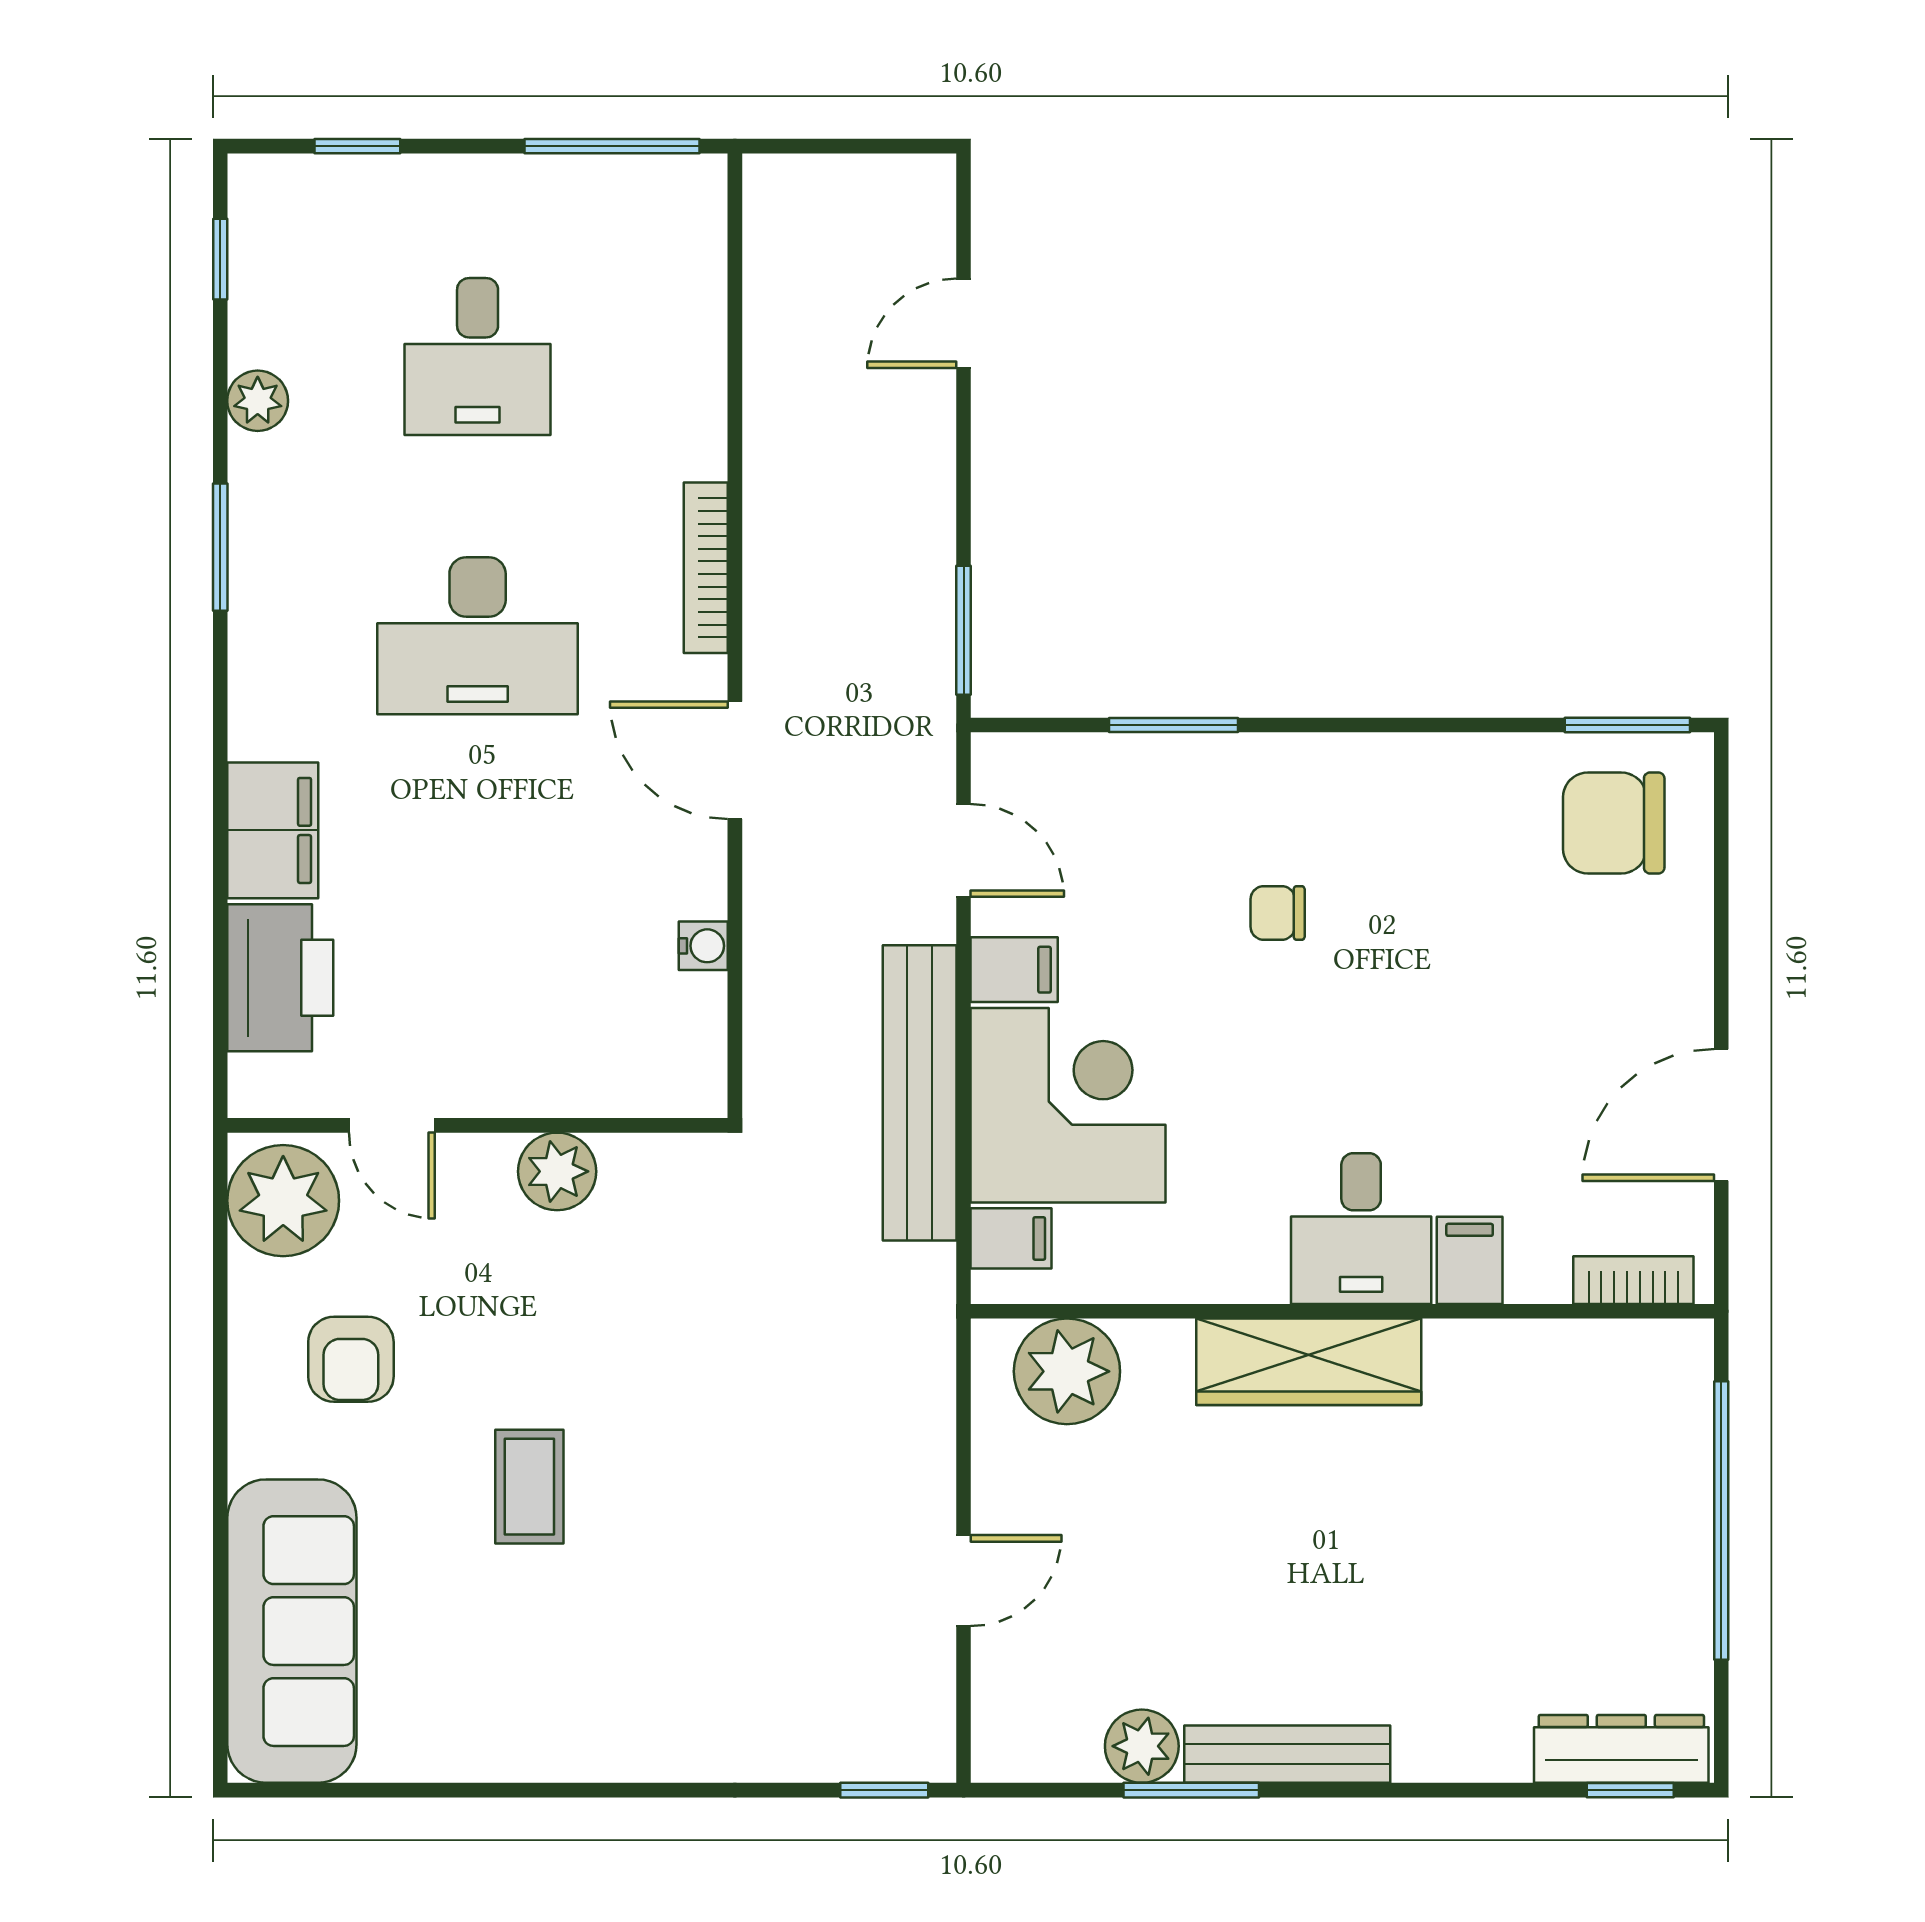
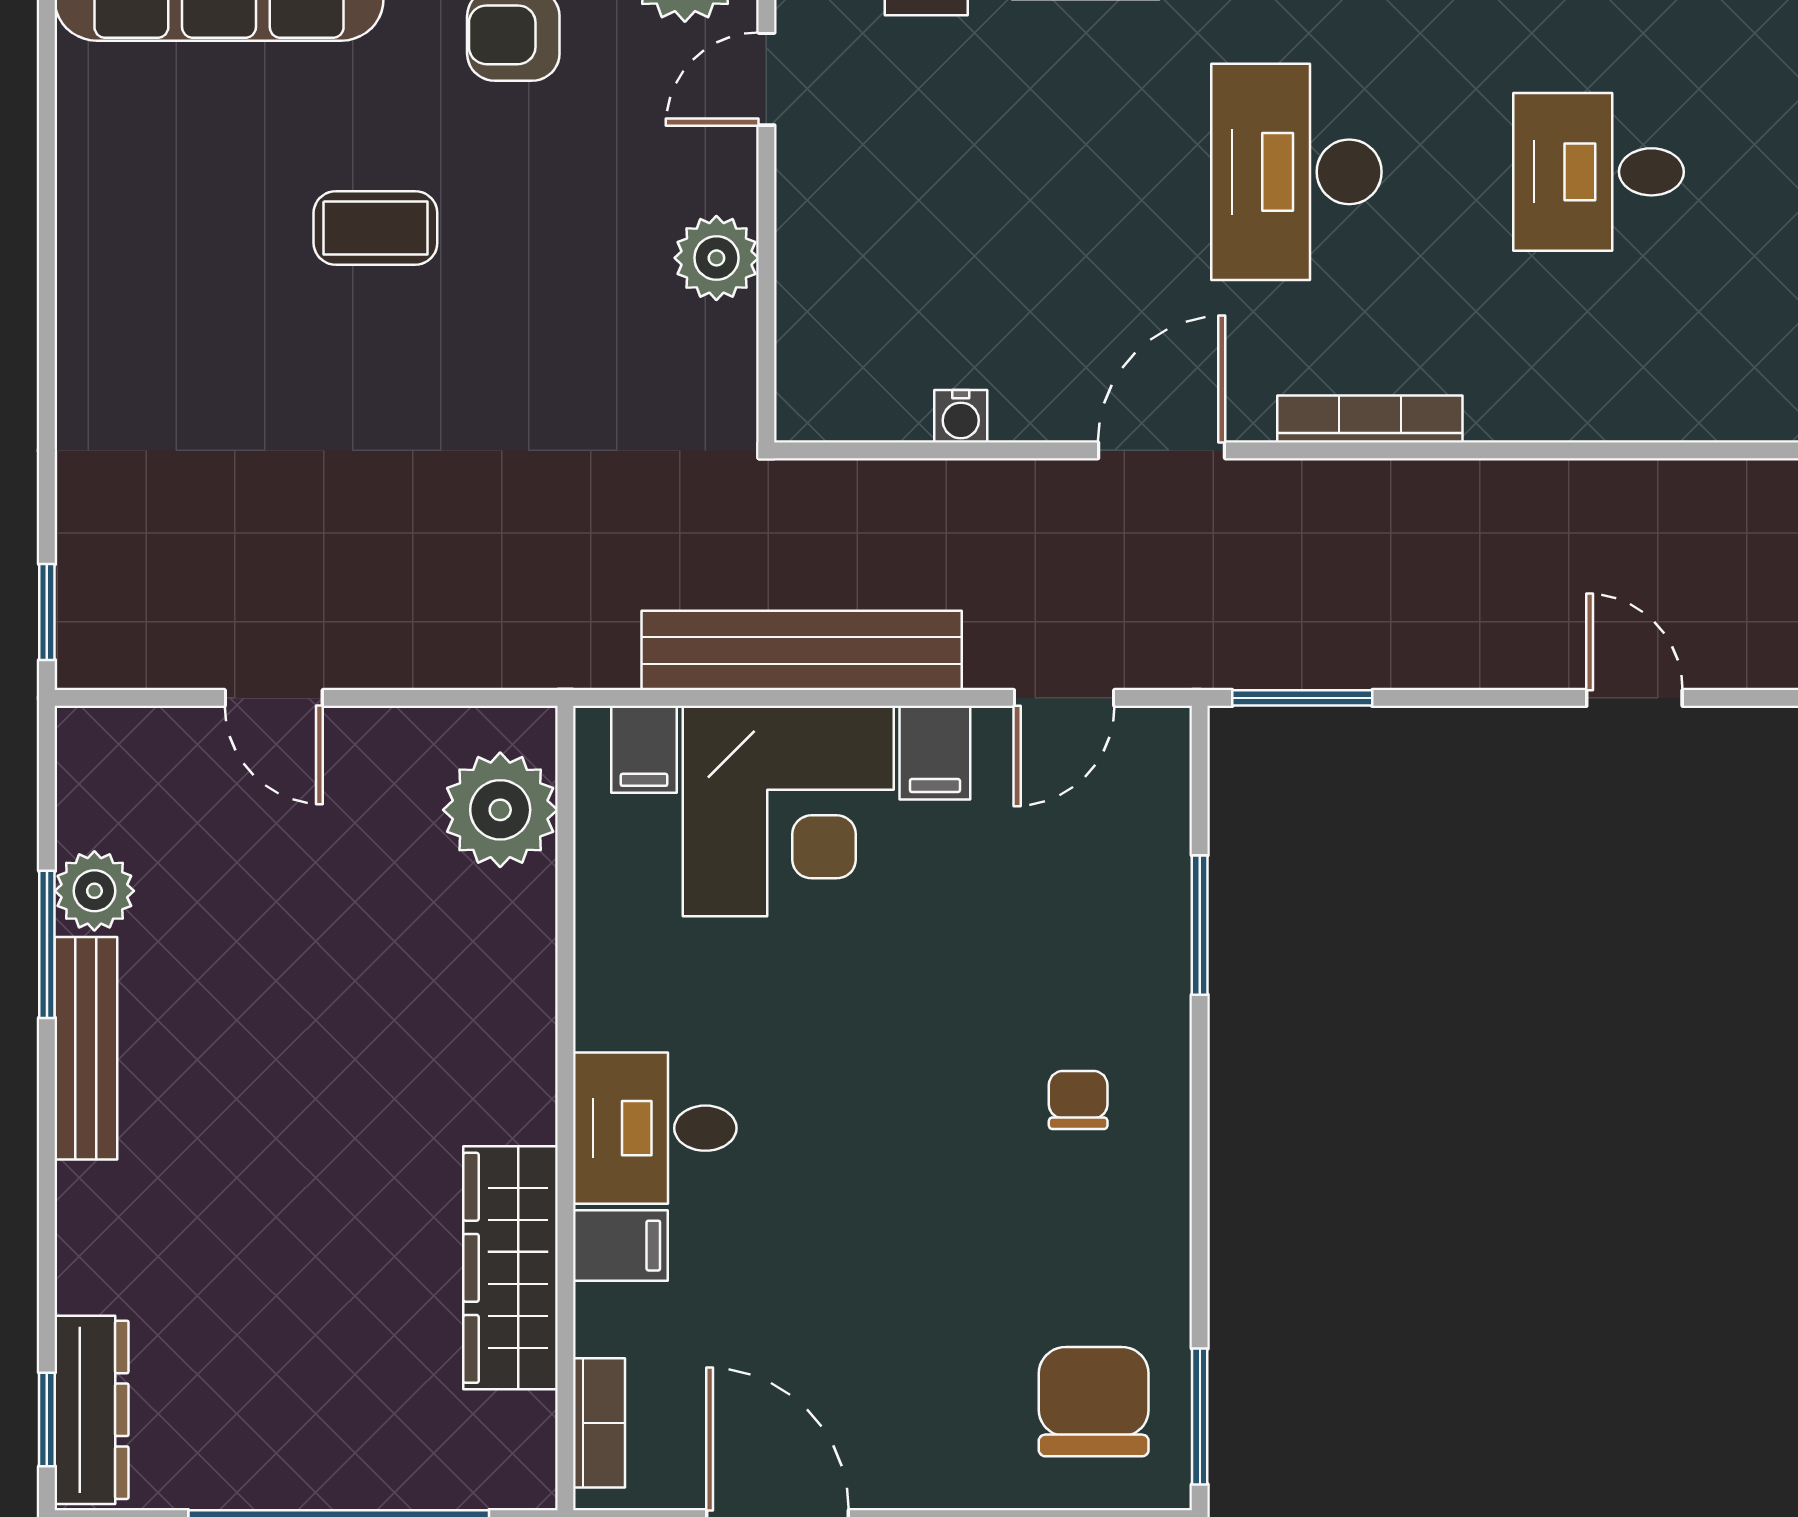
chair: (1278, 913) -> (1078, 1100), moved
wardrobe: (1309, 1362) -> (511, 1268), moved

